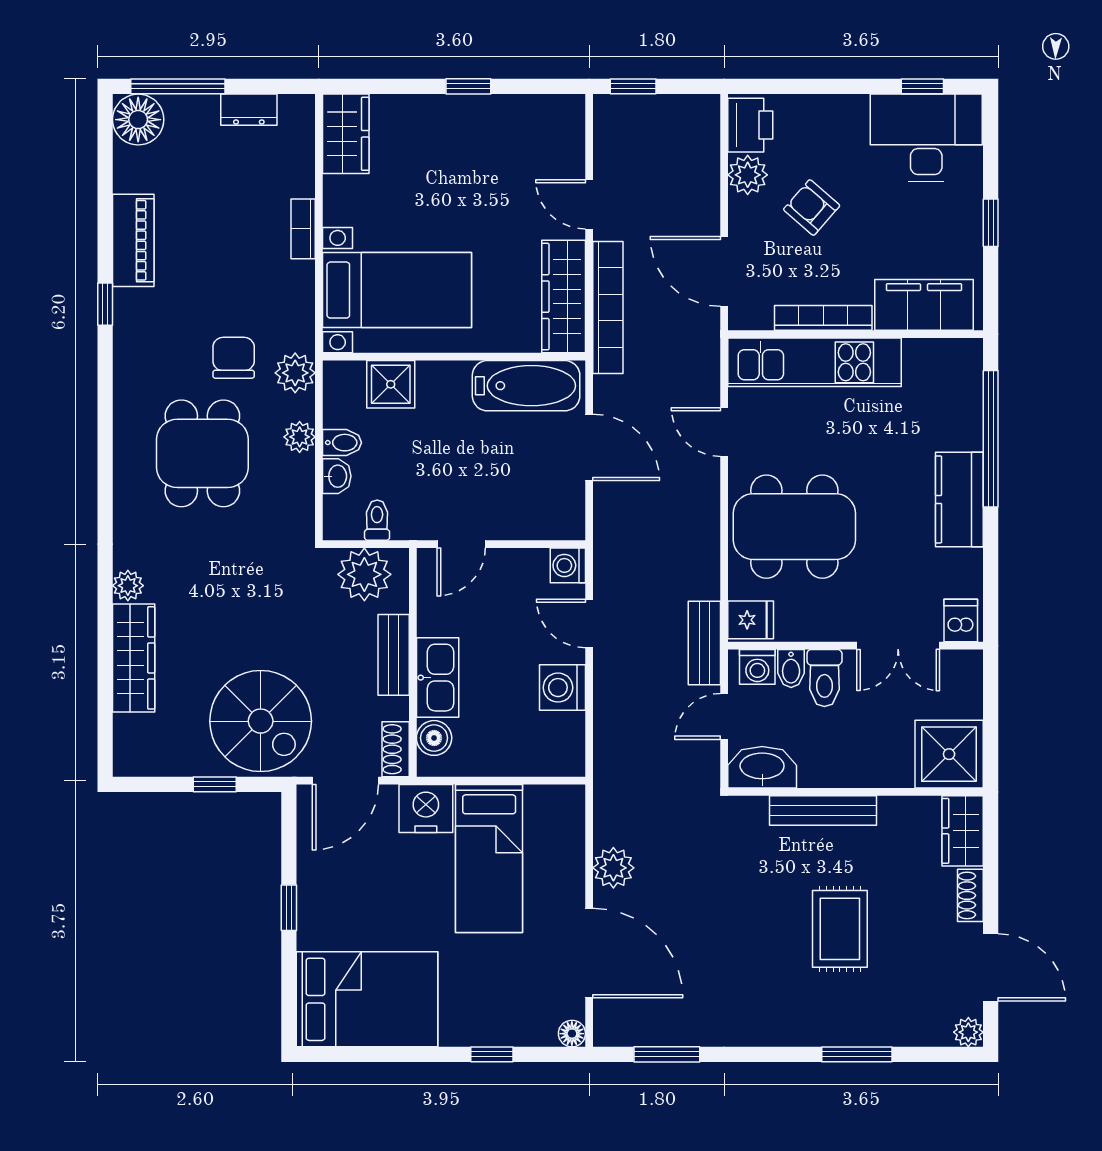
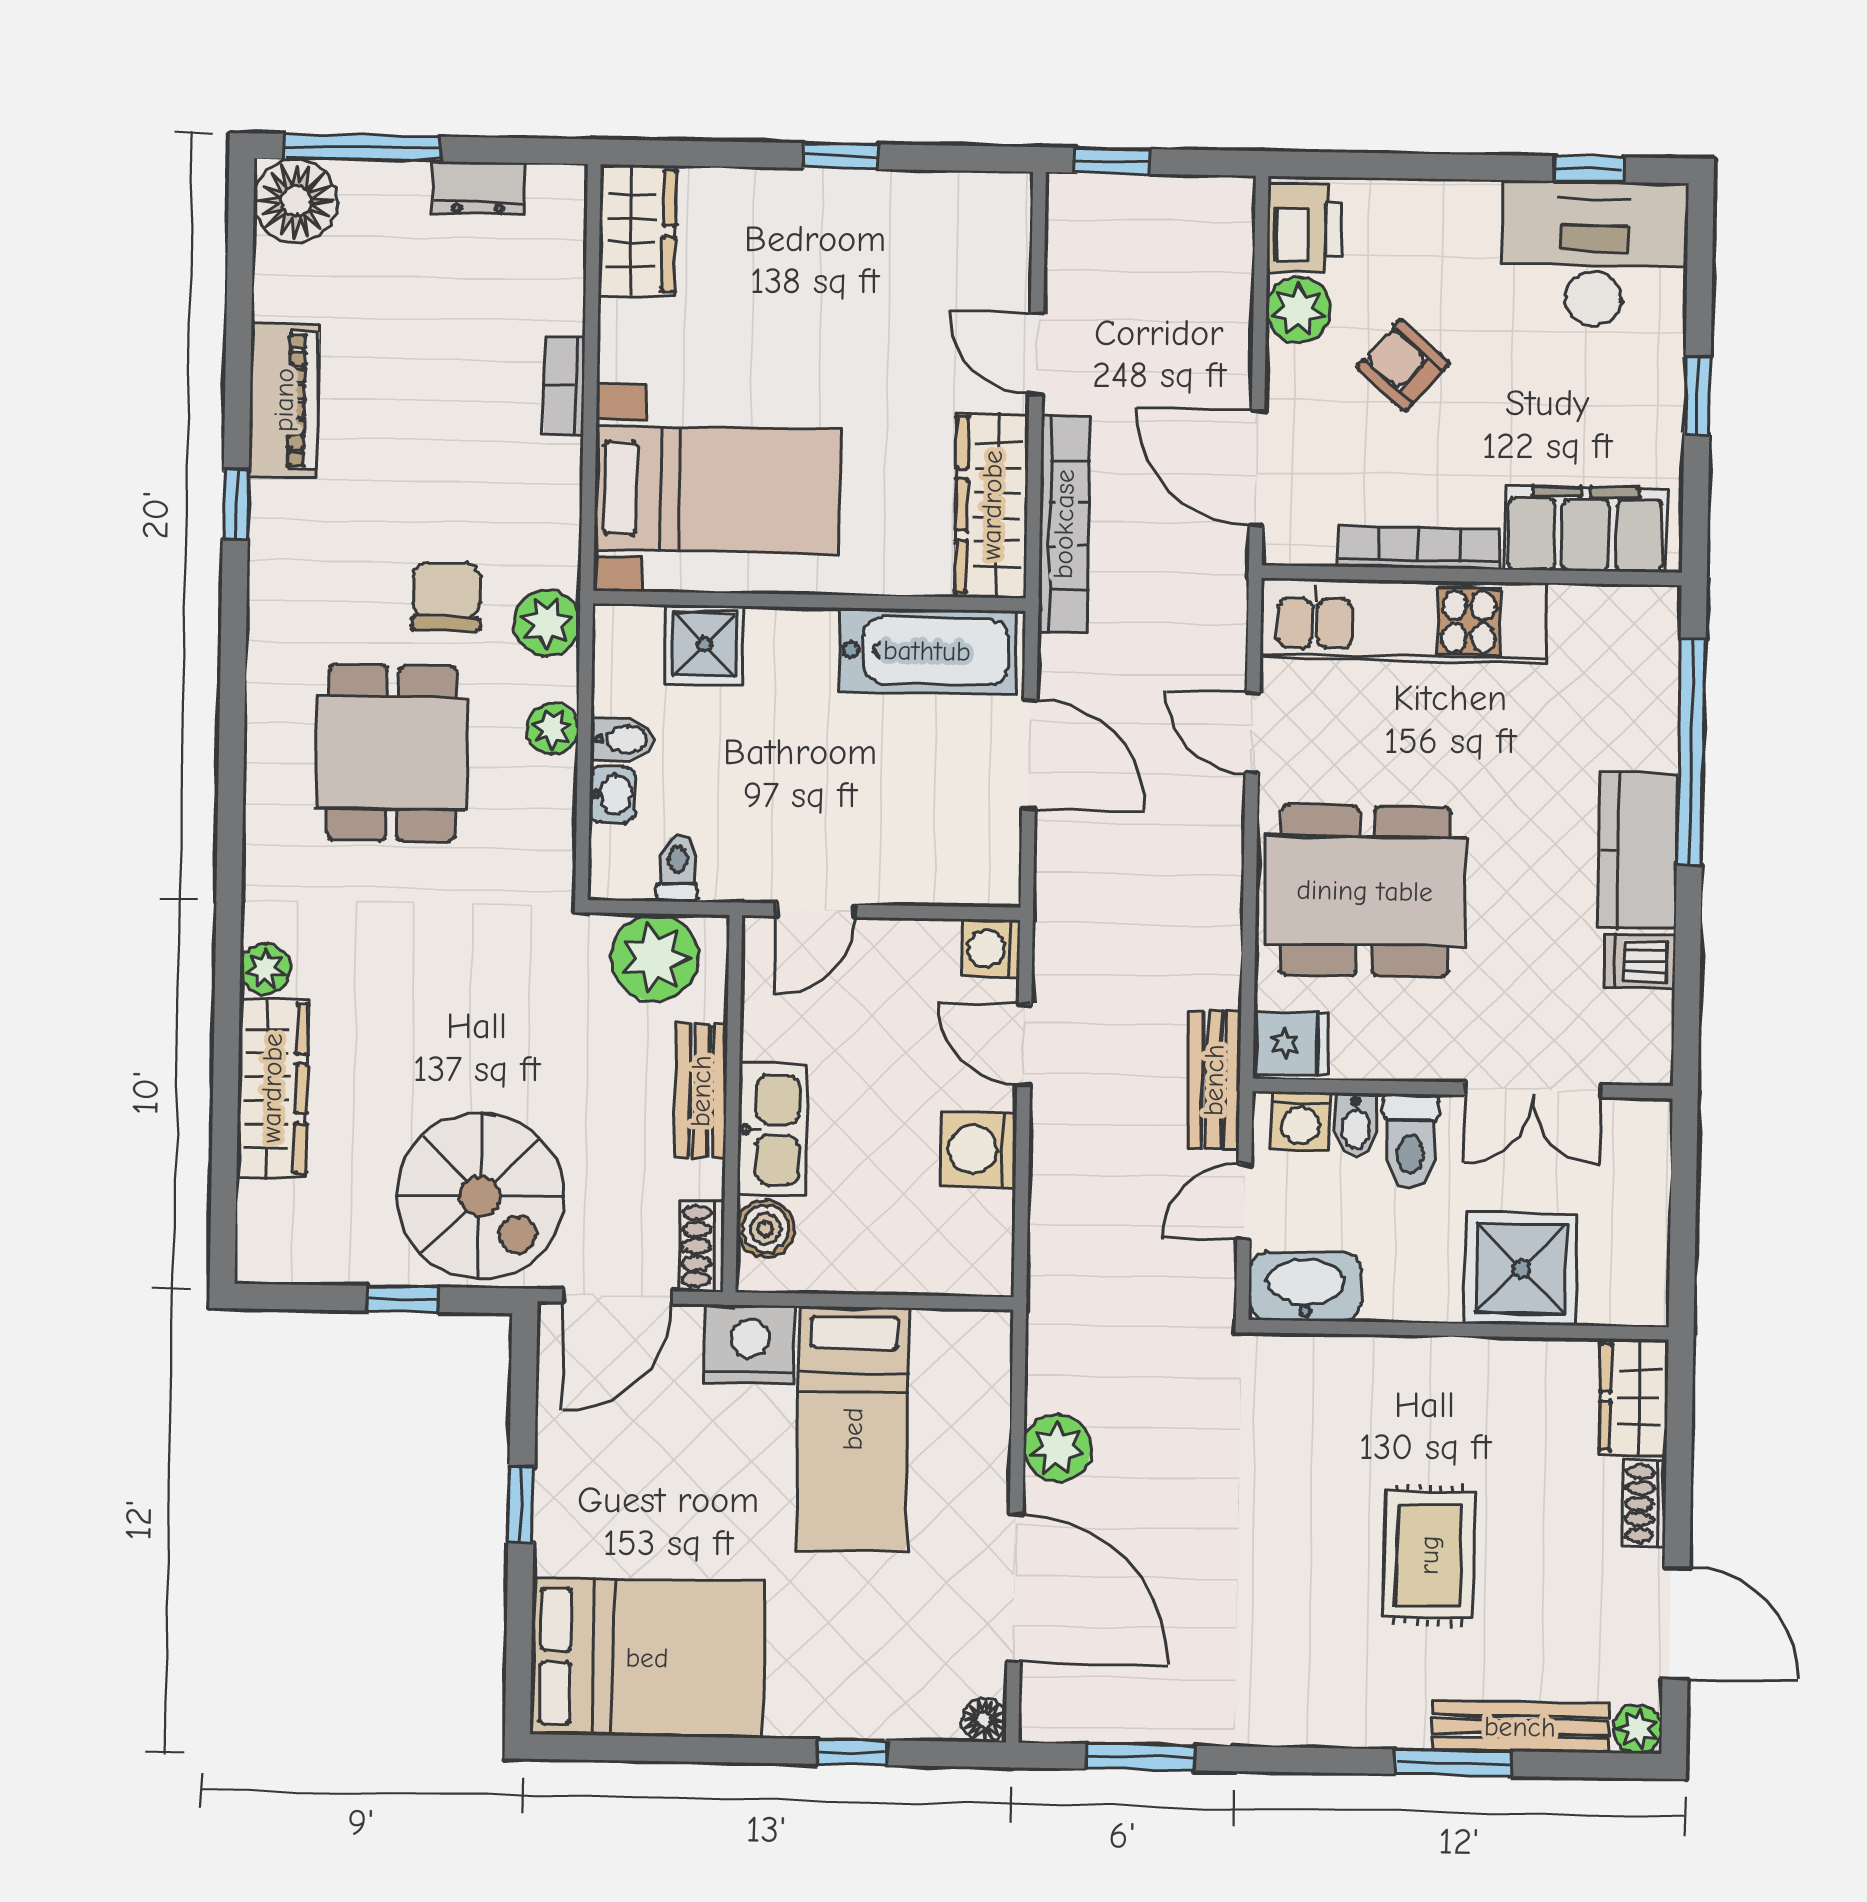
dishwasher: (961, 620) -> (1640, 961), moved, turned -90
shower: (949, 754) -> (1521, 1269), moved
bench: (823, 811) -> (1520, 1727), moved

